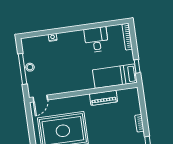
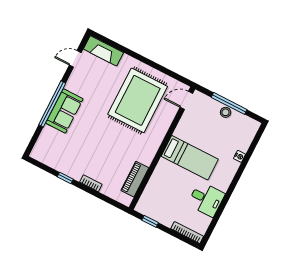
bed: (115, 76) -> (190, 158), moved, turned 90
door: (40, 98) -> (186, 100), hinge flipped
piano: (103, 98) -> (135, 179), moved

